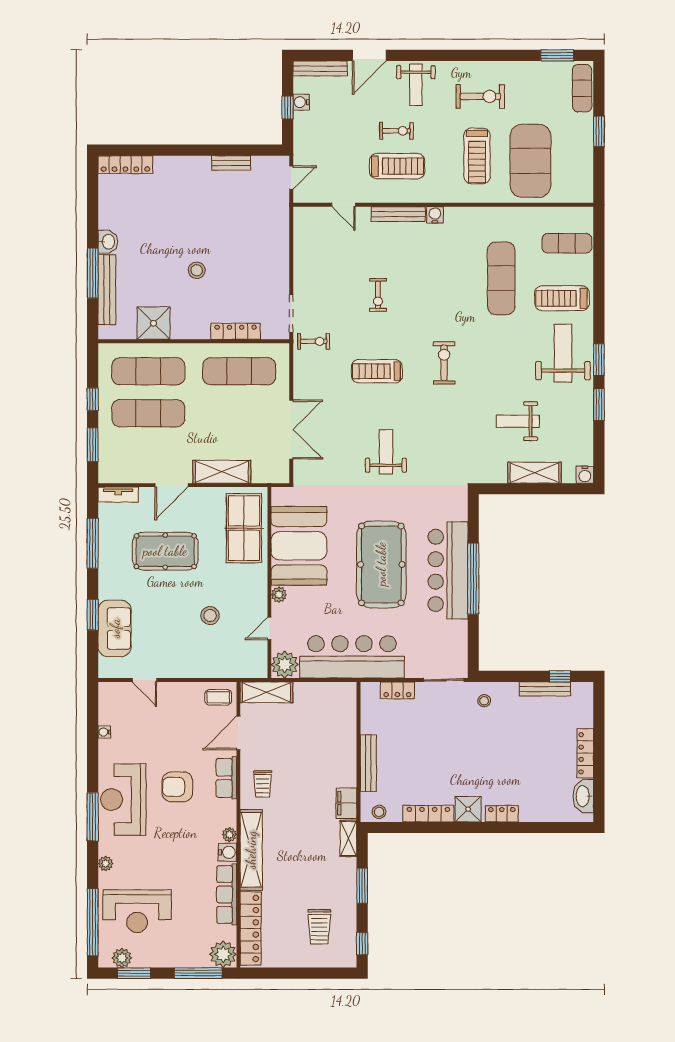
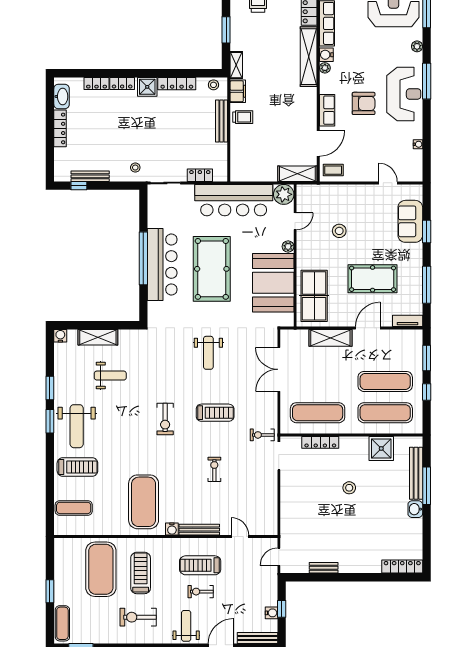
exercise mat: (501, 278) -> (144, 502), moved, width x1.47
trolley: (263, 784) -> (243, 117), moved, turned 90
locker: (536, 814) -> (97, 84), added

